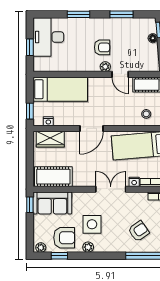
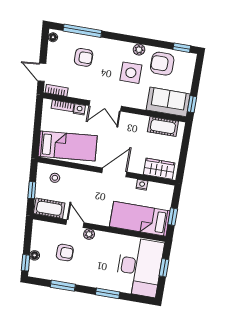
desk: (48, 37) -> (139, 267), width x1.36, depth x1.30
armchair: (102, 47) -> (65, 253), moved, turned 180
window: (30, 111) -> (173, 217), moved
nightstand: (48, 121) -> (142, 185), moved
cot: (53, 177) -> (163, 127), width x0.73, depth x0.75
armchair: (139, 231) -> (84, 57), turned -145
plant: (41, 248) -> (188, 58), removed
window: (59, 256) -> (182, 48), moved

